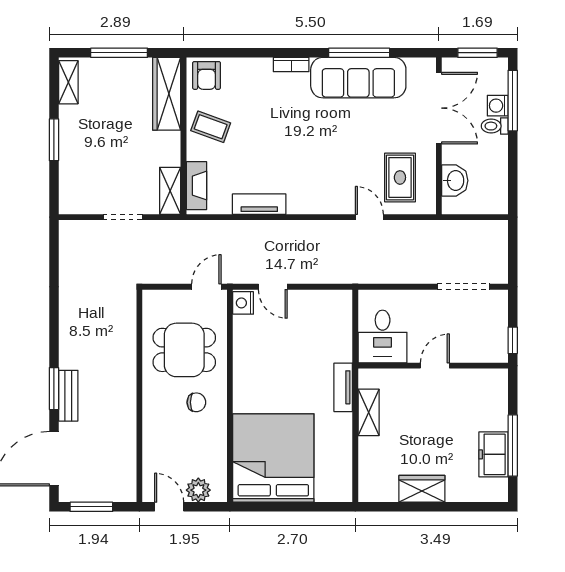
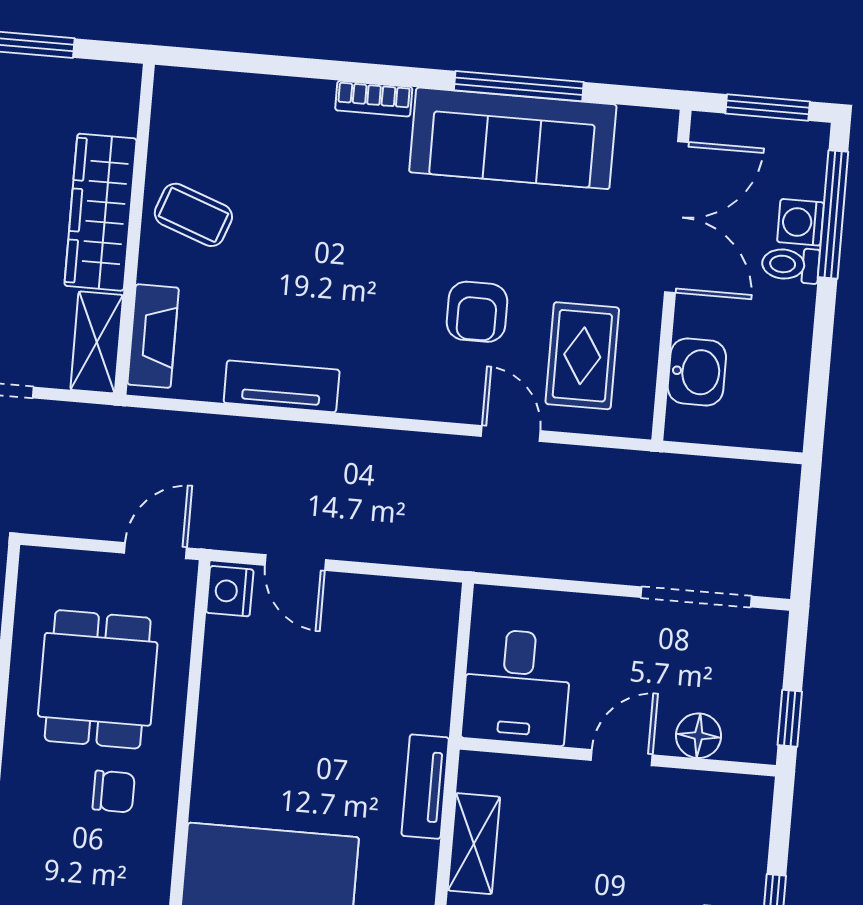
armchair: (207, 75) -> (477, 312), moved
wardrobe: (167, 94) -> (101, 212), moved
dining table: (184, 350) -> (98, 679), turned 90
floor lamp: (470, 352) -> (699, 736), added

